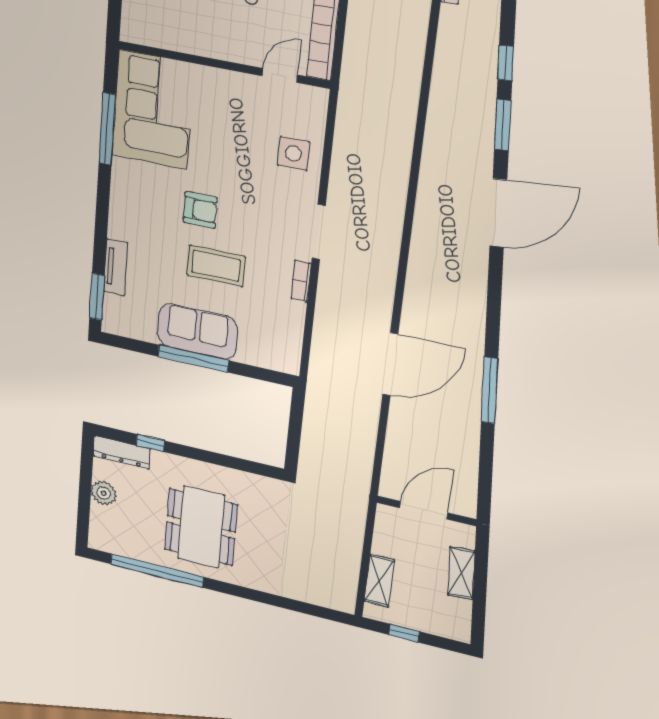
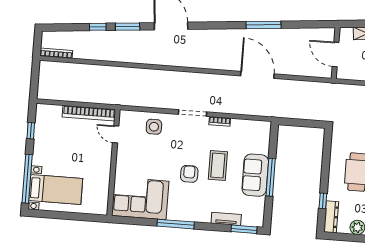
window: (107, 129) -> (176, 224), moved

